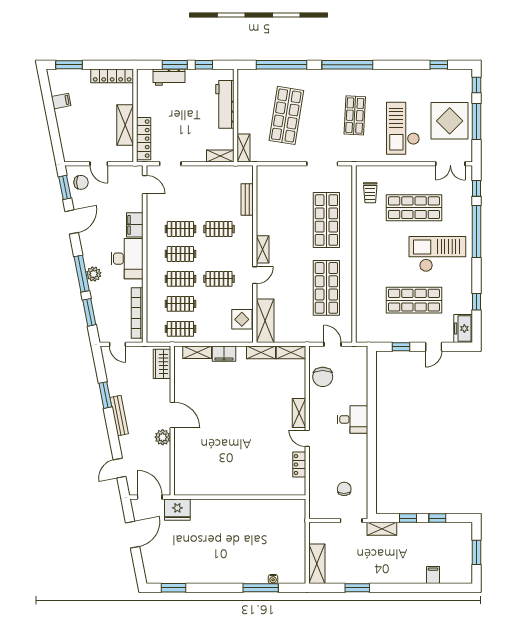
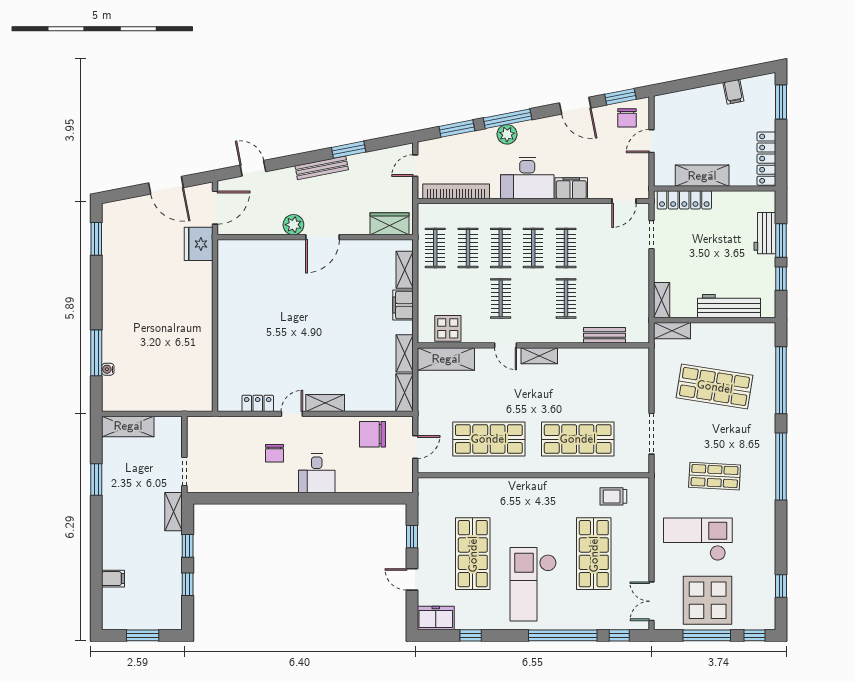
checkout: (437, 254) -> (533, 584), turned 180
chair: (344, 489) -> (274, 453), moved, turned 90

